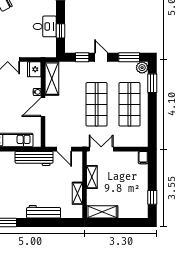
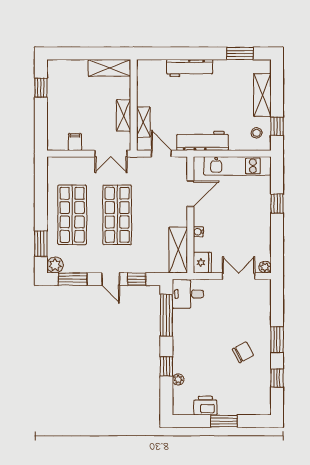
desk: (45, 26) -> (188, 294), moved
window: (60, 31) -> (166, 315), width x2.17
door: (43, 107) -> (190, 194), moved
filing cabinet: (143, 158) -> (75, 142), moved
shelving: (77, 193) -> (143, 122), moved

